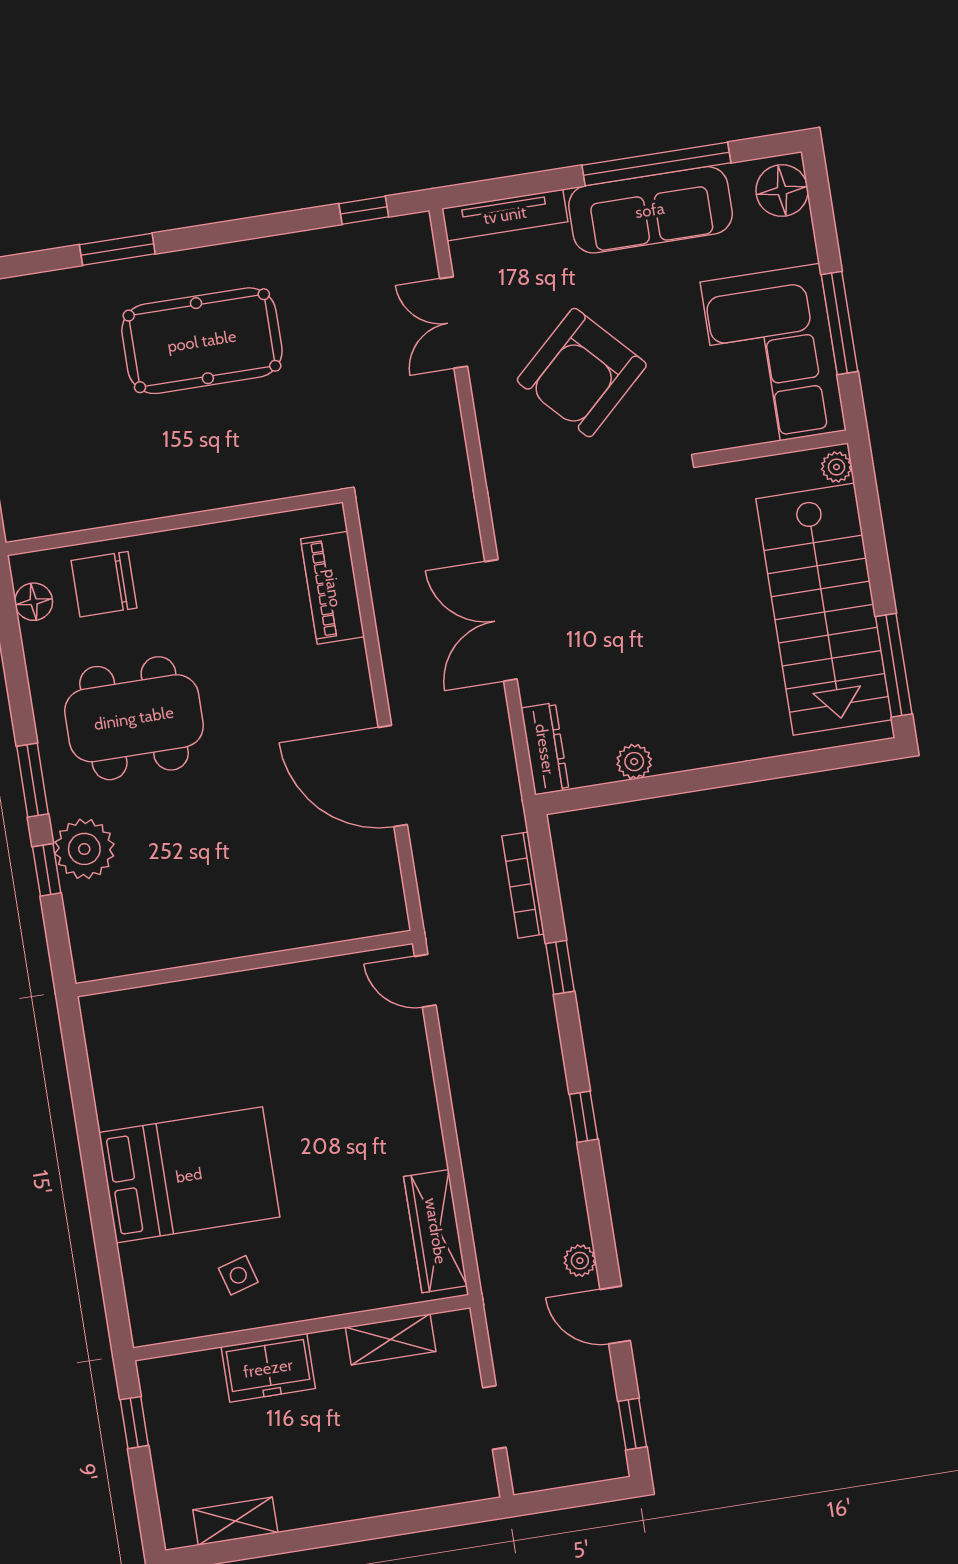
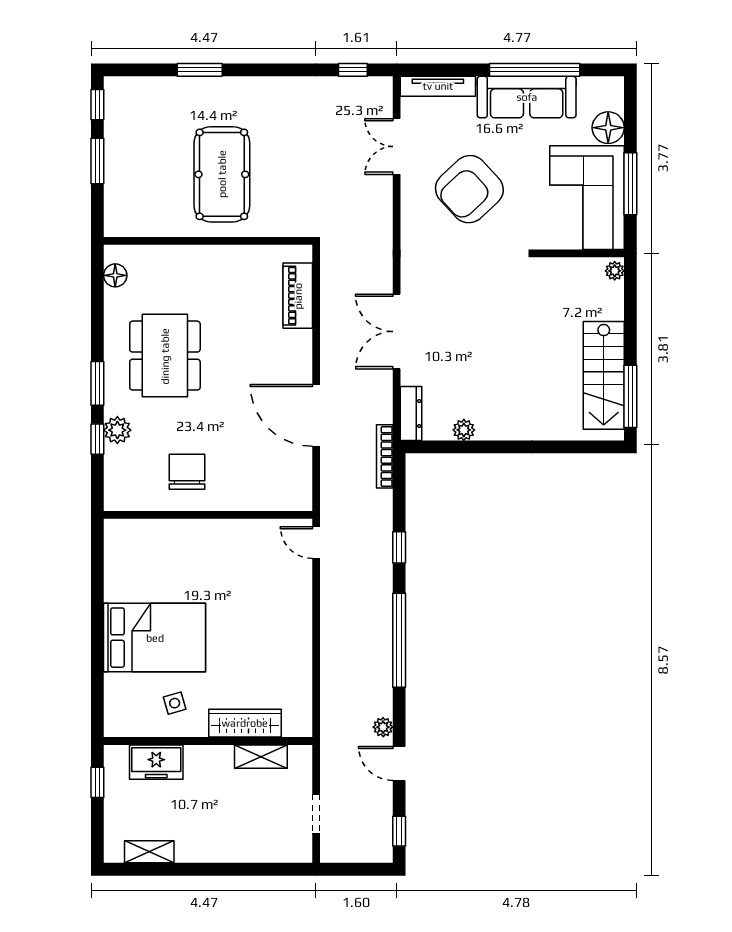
floor lamp: (782, 191) -> (608, 128), moved
pool table: (202, 341) -> (222, 174), moved, turned 90
chair: (104, 584) -> (187, 472), moved, turned 90
stairs: (824, 609) -> (604, 375), width x0.73, depth x0.66
dining table: (134, 718) -> (165, 356), turned 90
plant: (84, 849) -> (117, 430), width x0.73, depth x0.73
bookcase: (523, 885) -> (385, 456), moved
window: (584, 1117) -> (399, 640), width x3.17
wardrobe: (436, 1231) -> (245, 723), moved, turned 90
freezer: (268, 1368) -> (156, 762), moved

